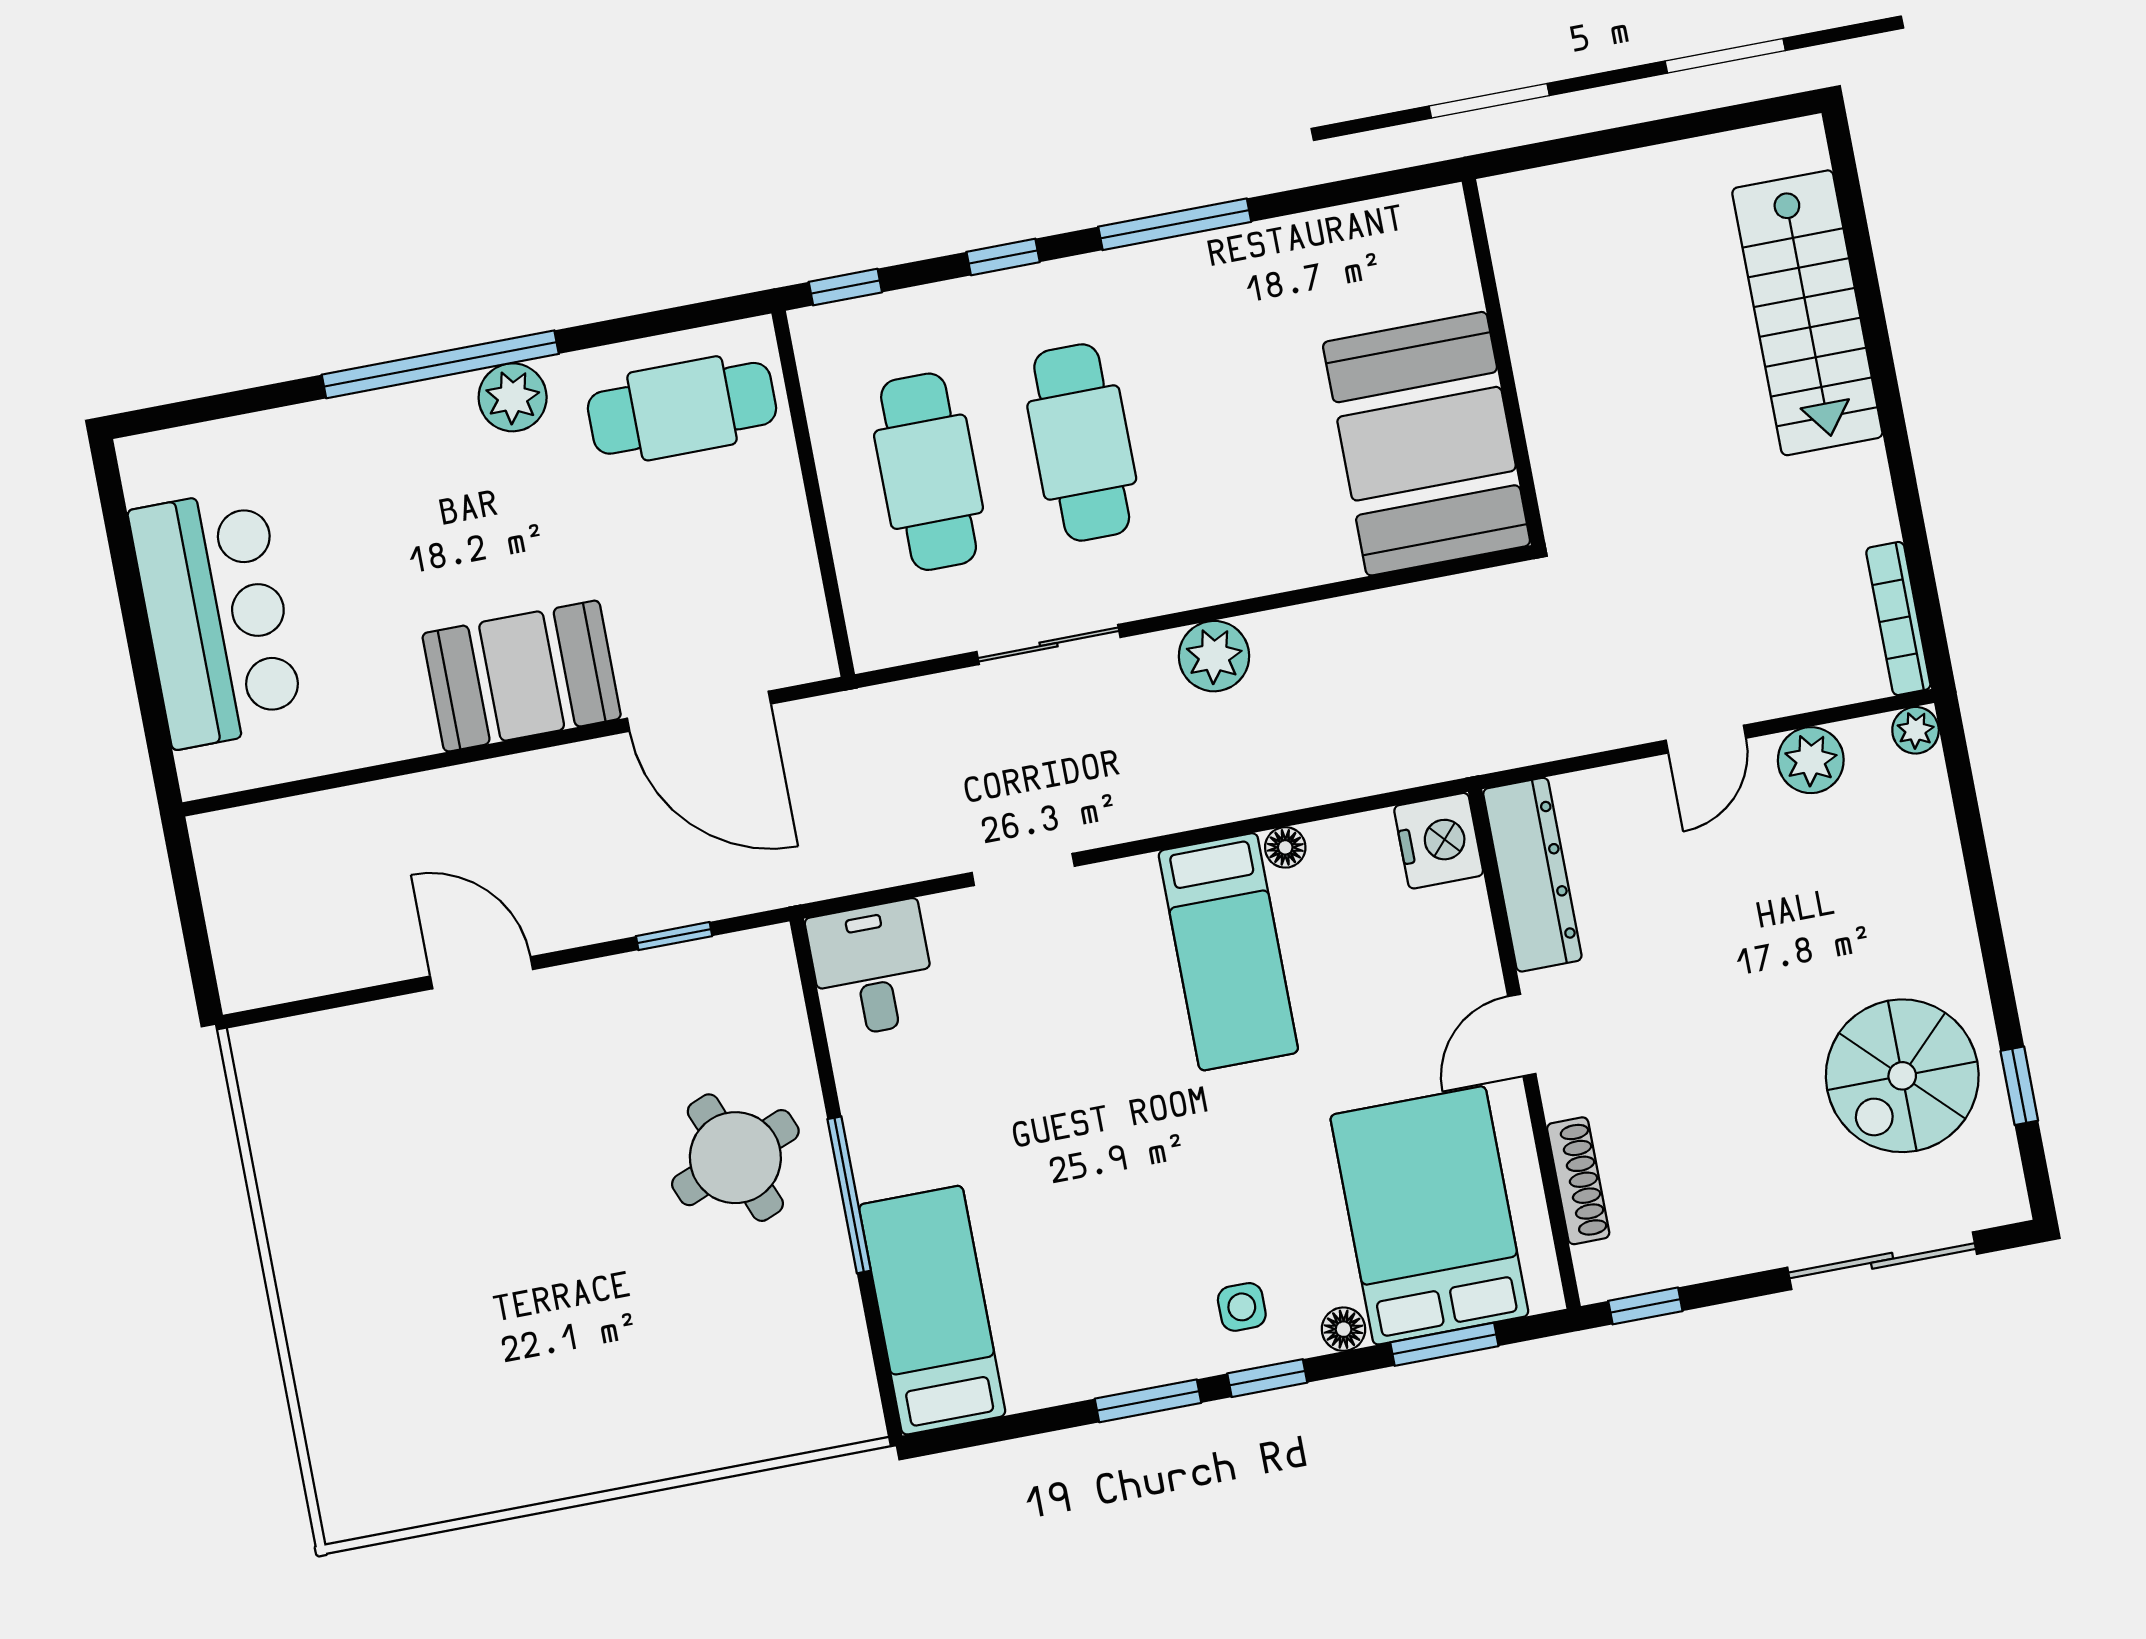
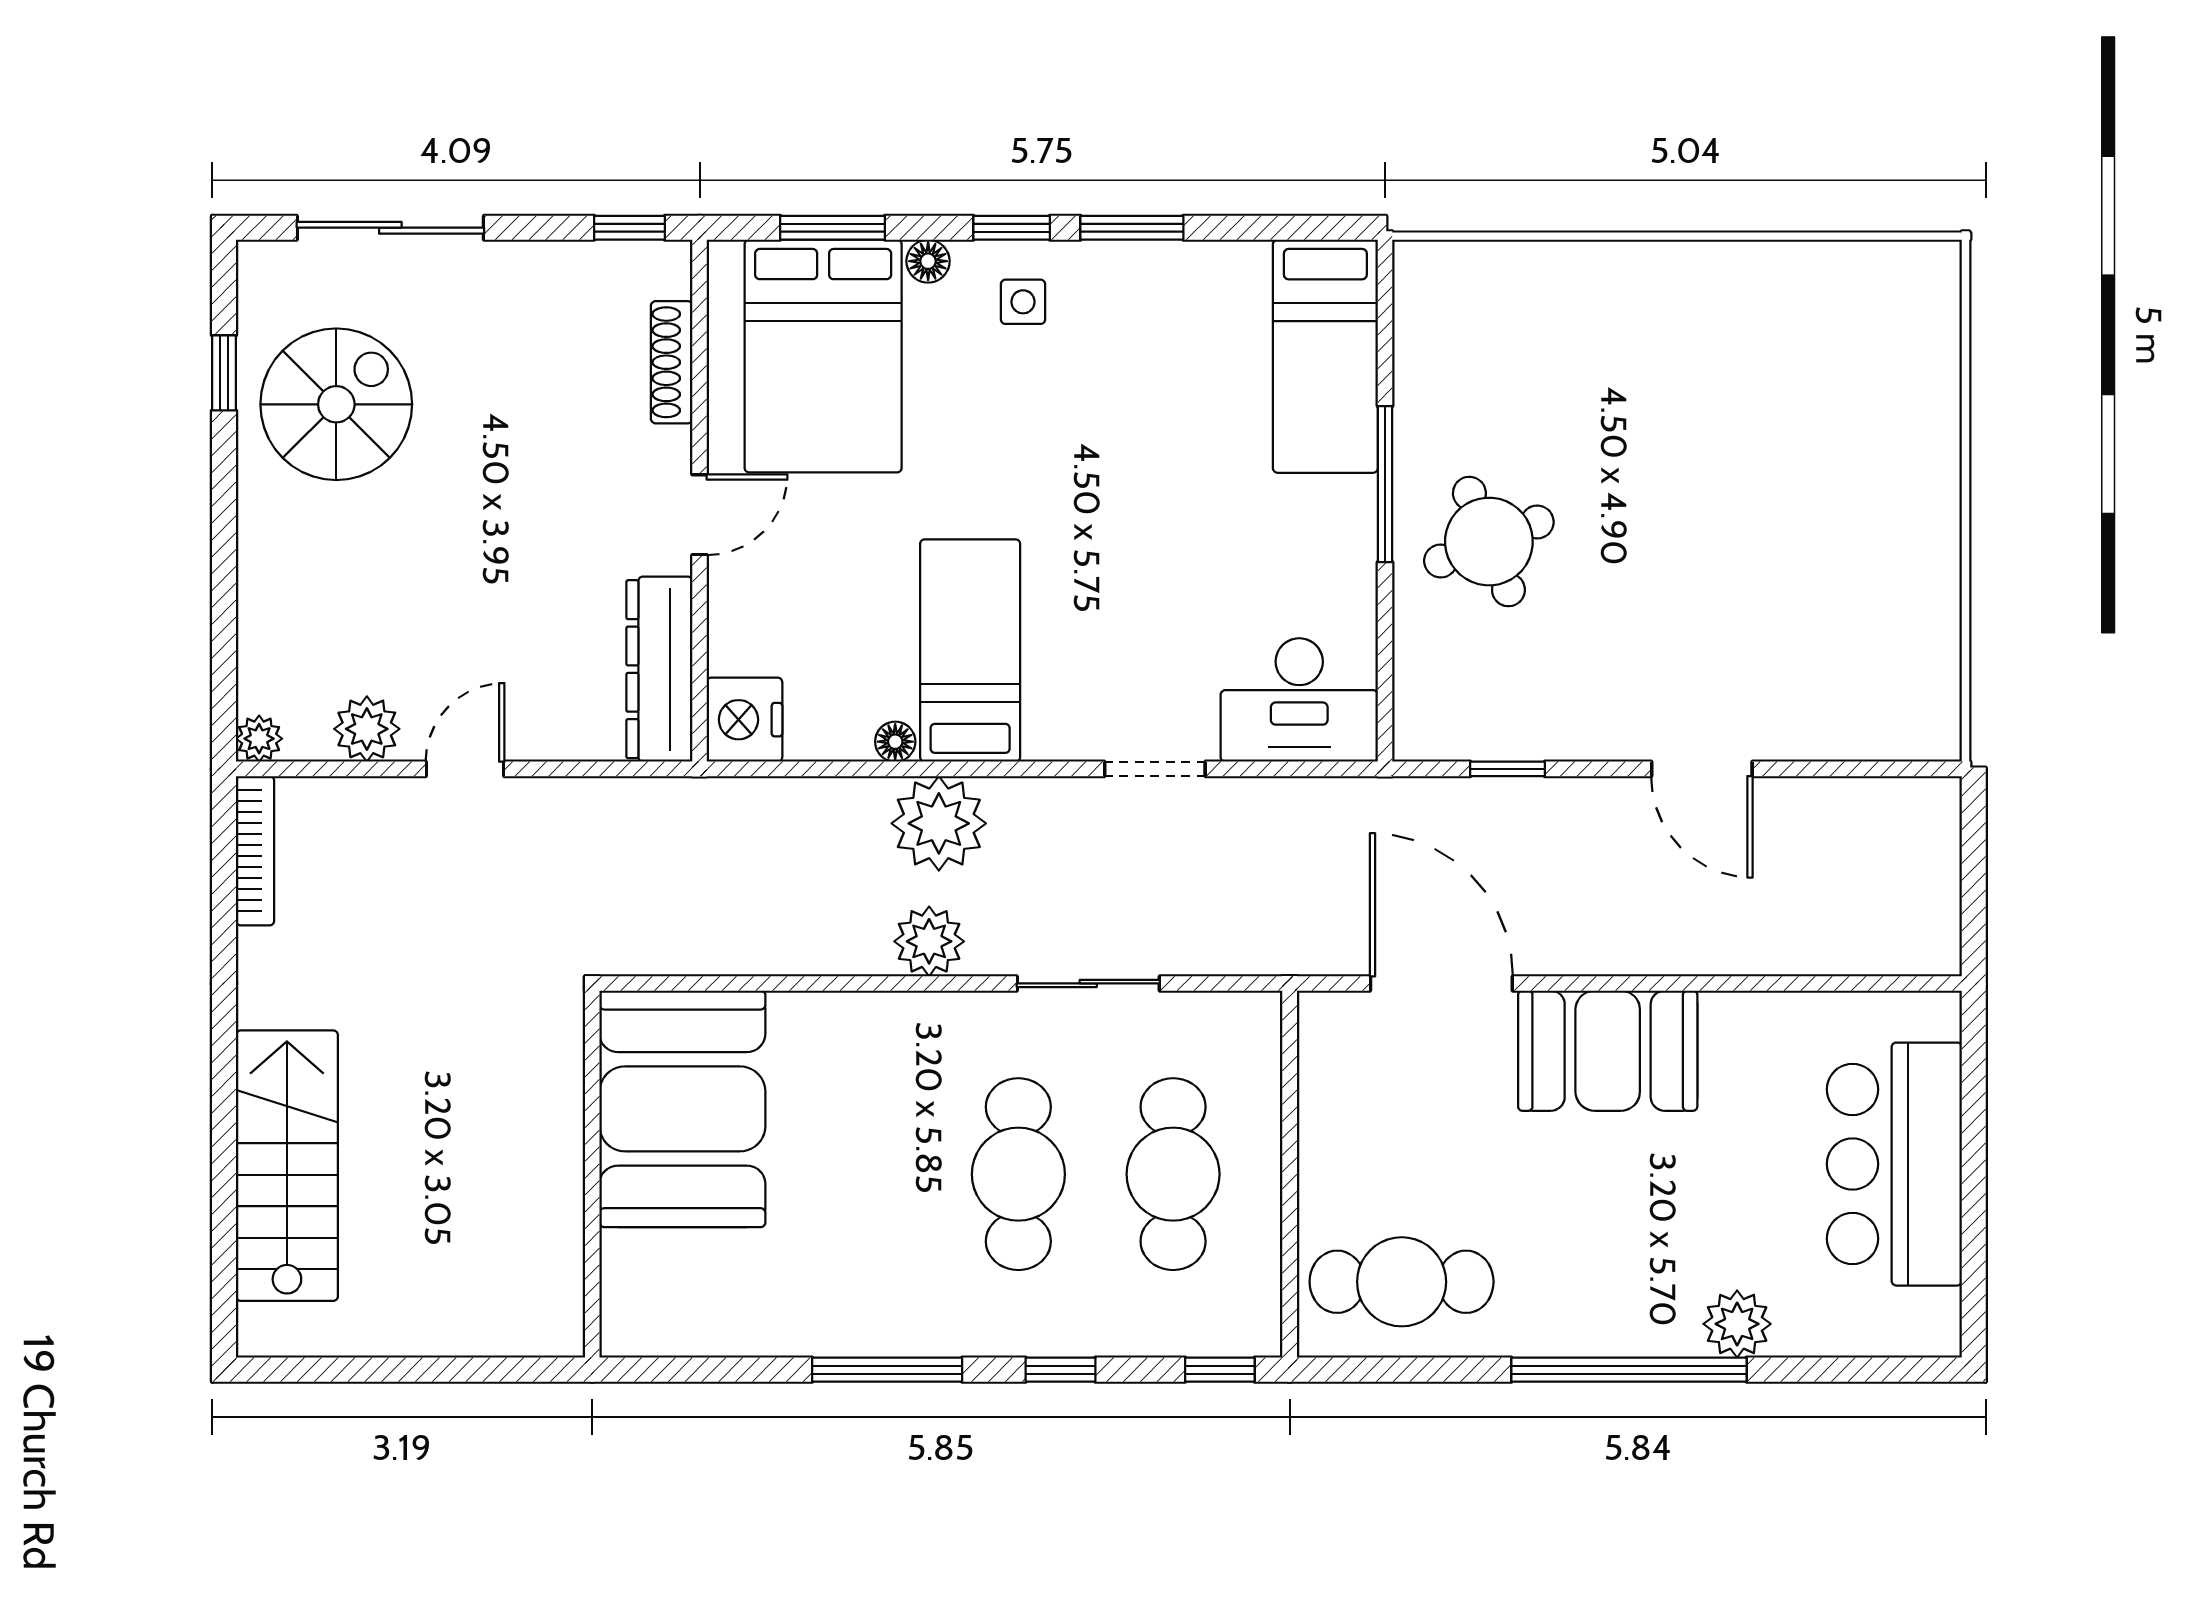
plant: (513, 397) -> (1737, 1324), moved
plant: (1227, 775) -> (939, 823), added
desk: (872, 969) -> (1299, 700), width x1.37

